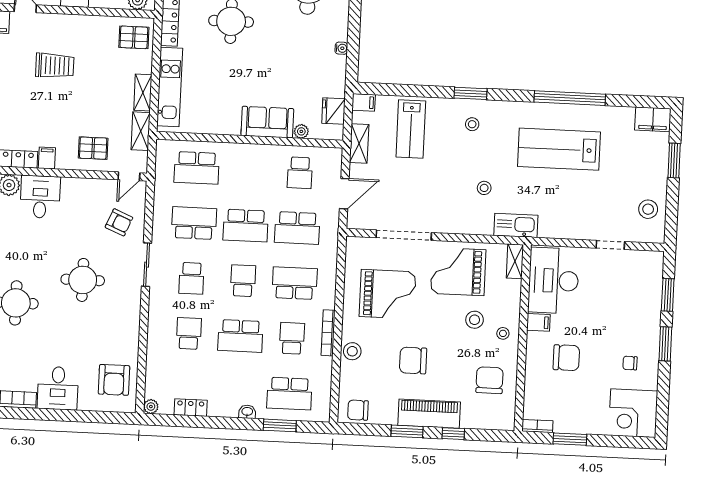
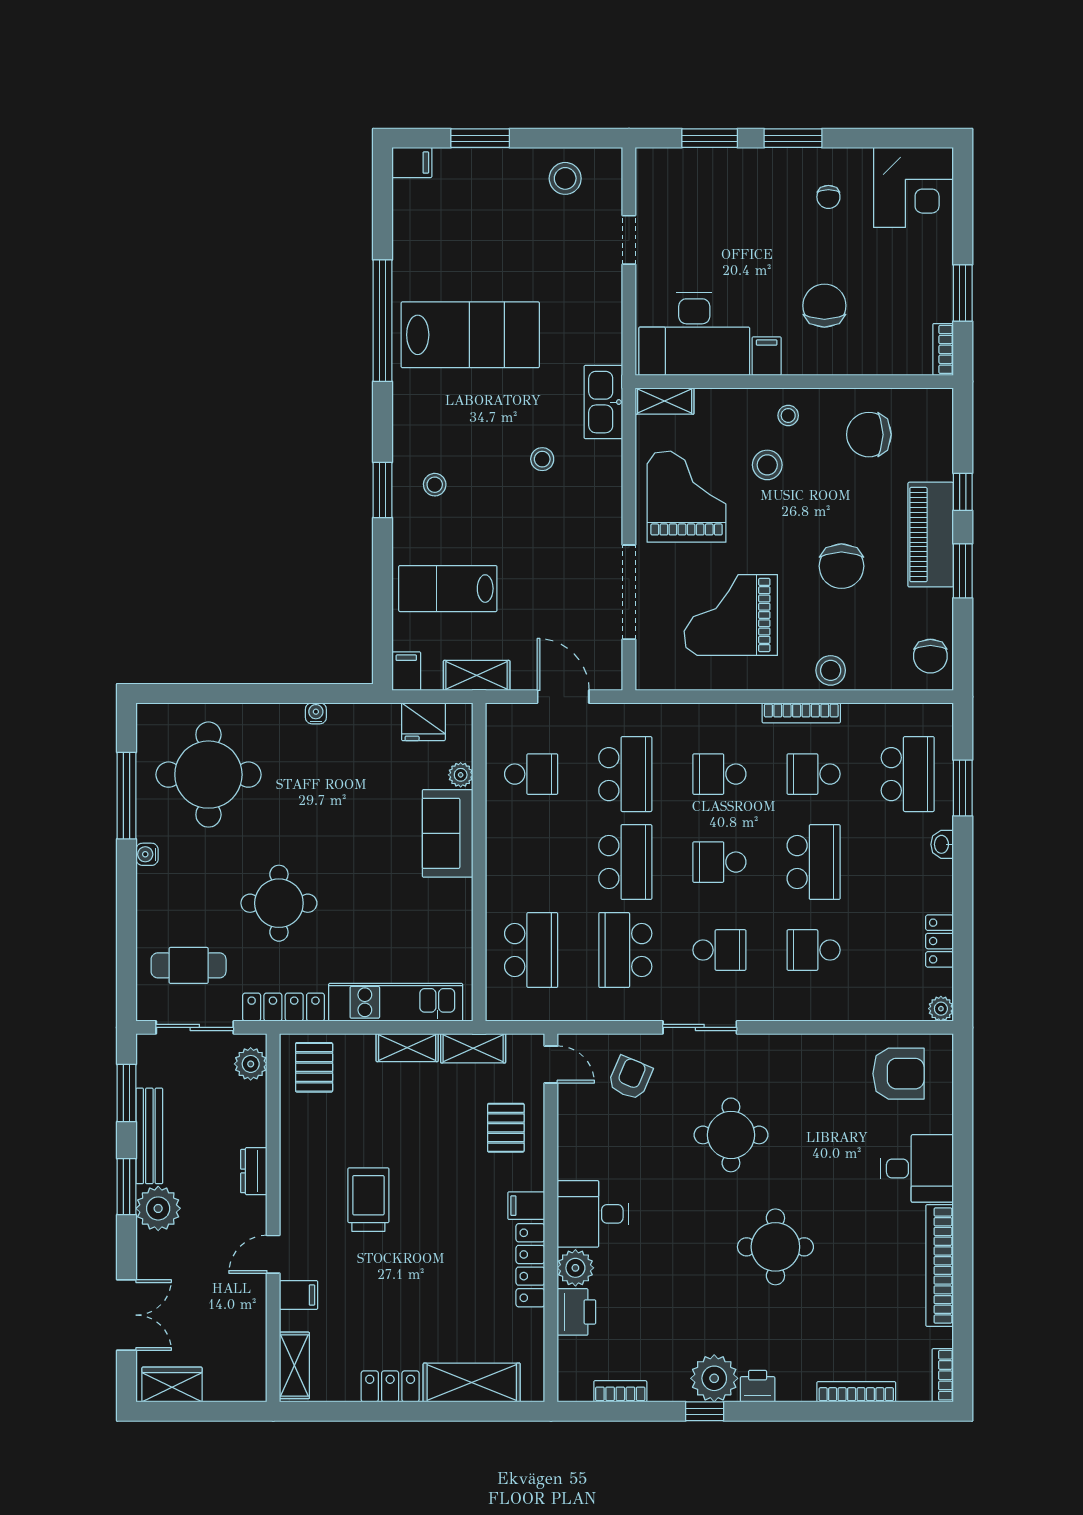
filing cabinet: (653, 119) -> (412, 163), width x0.50
lab bench: (411, 129) -> (448, 589), turned 180
lab bench: (559, 149) -> (470, 335), turned -90
grand piano: (458, 272) -> (687, 497), turned 180
school desk: (295, 283) -> (719, 774), width x0.54
grand piano: (388, 294) -> (731, 615), turned -90

